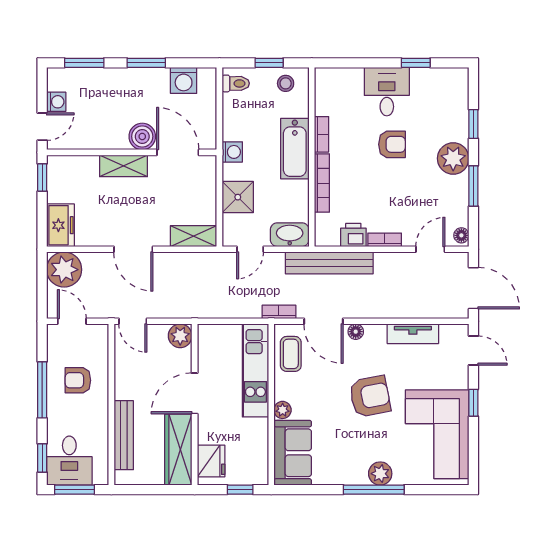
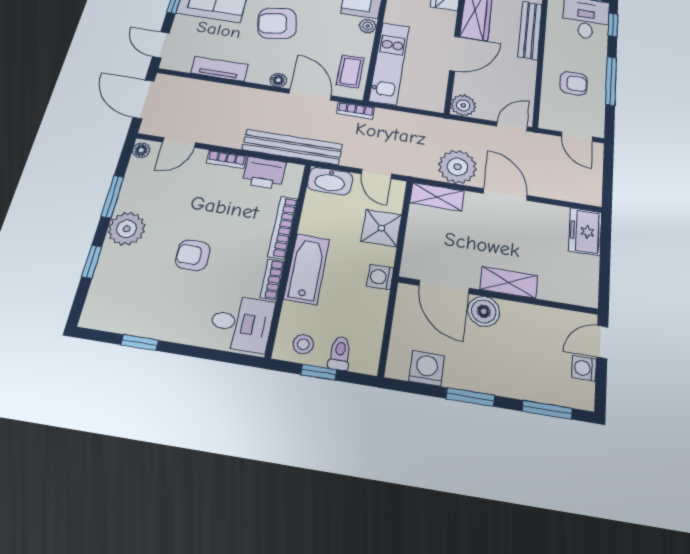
toilet: (236, 83) -> (340, 353), moved, turned 90
desk: (387, 92) -> (241, 323), moved, turned -90
window: (42, 177) -> (604, 285), removed
printer: (353, 235) -> (264, 173), width x1.36, depth x1.24
door: (250, 249) -> (376, 174), swing flipped
plant: (64, 270) -> (457, 167), moved
door: (133, 321) -> (512, 126), hinge flipped

